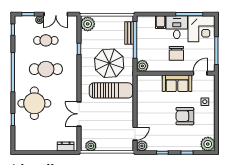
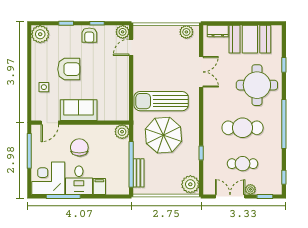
booth: (40, 140) -> (250, 39), added
armchair: (168, 143) -> (89, 35), added

